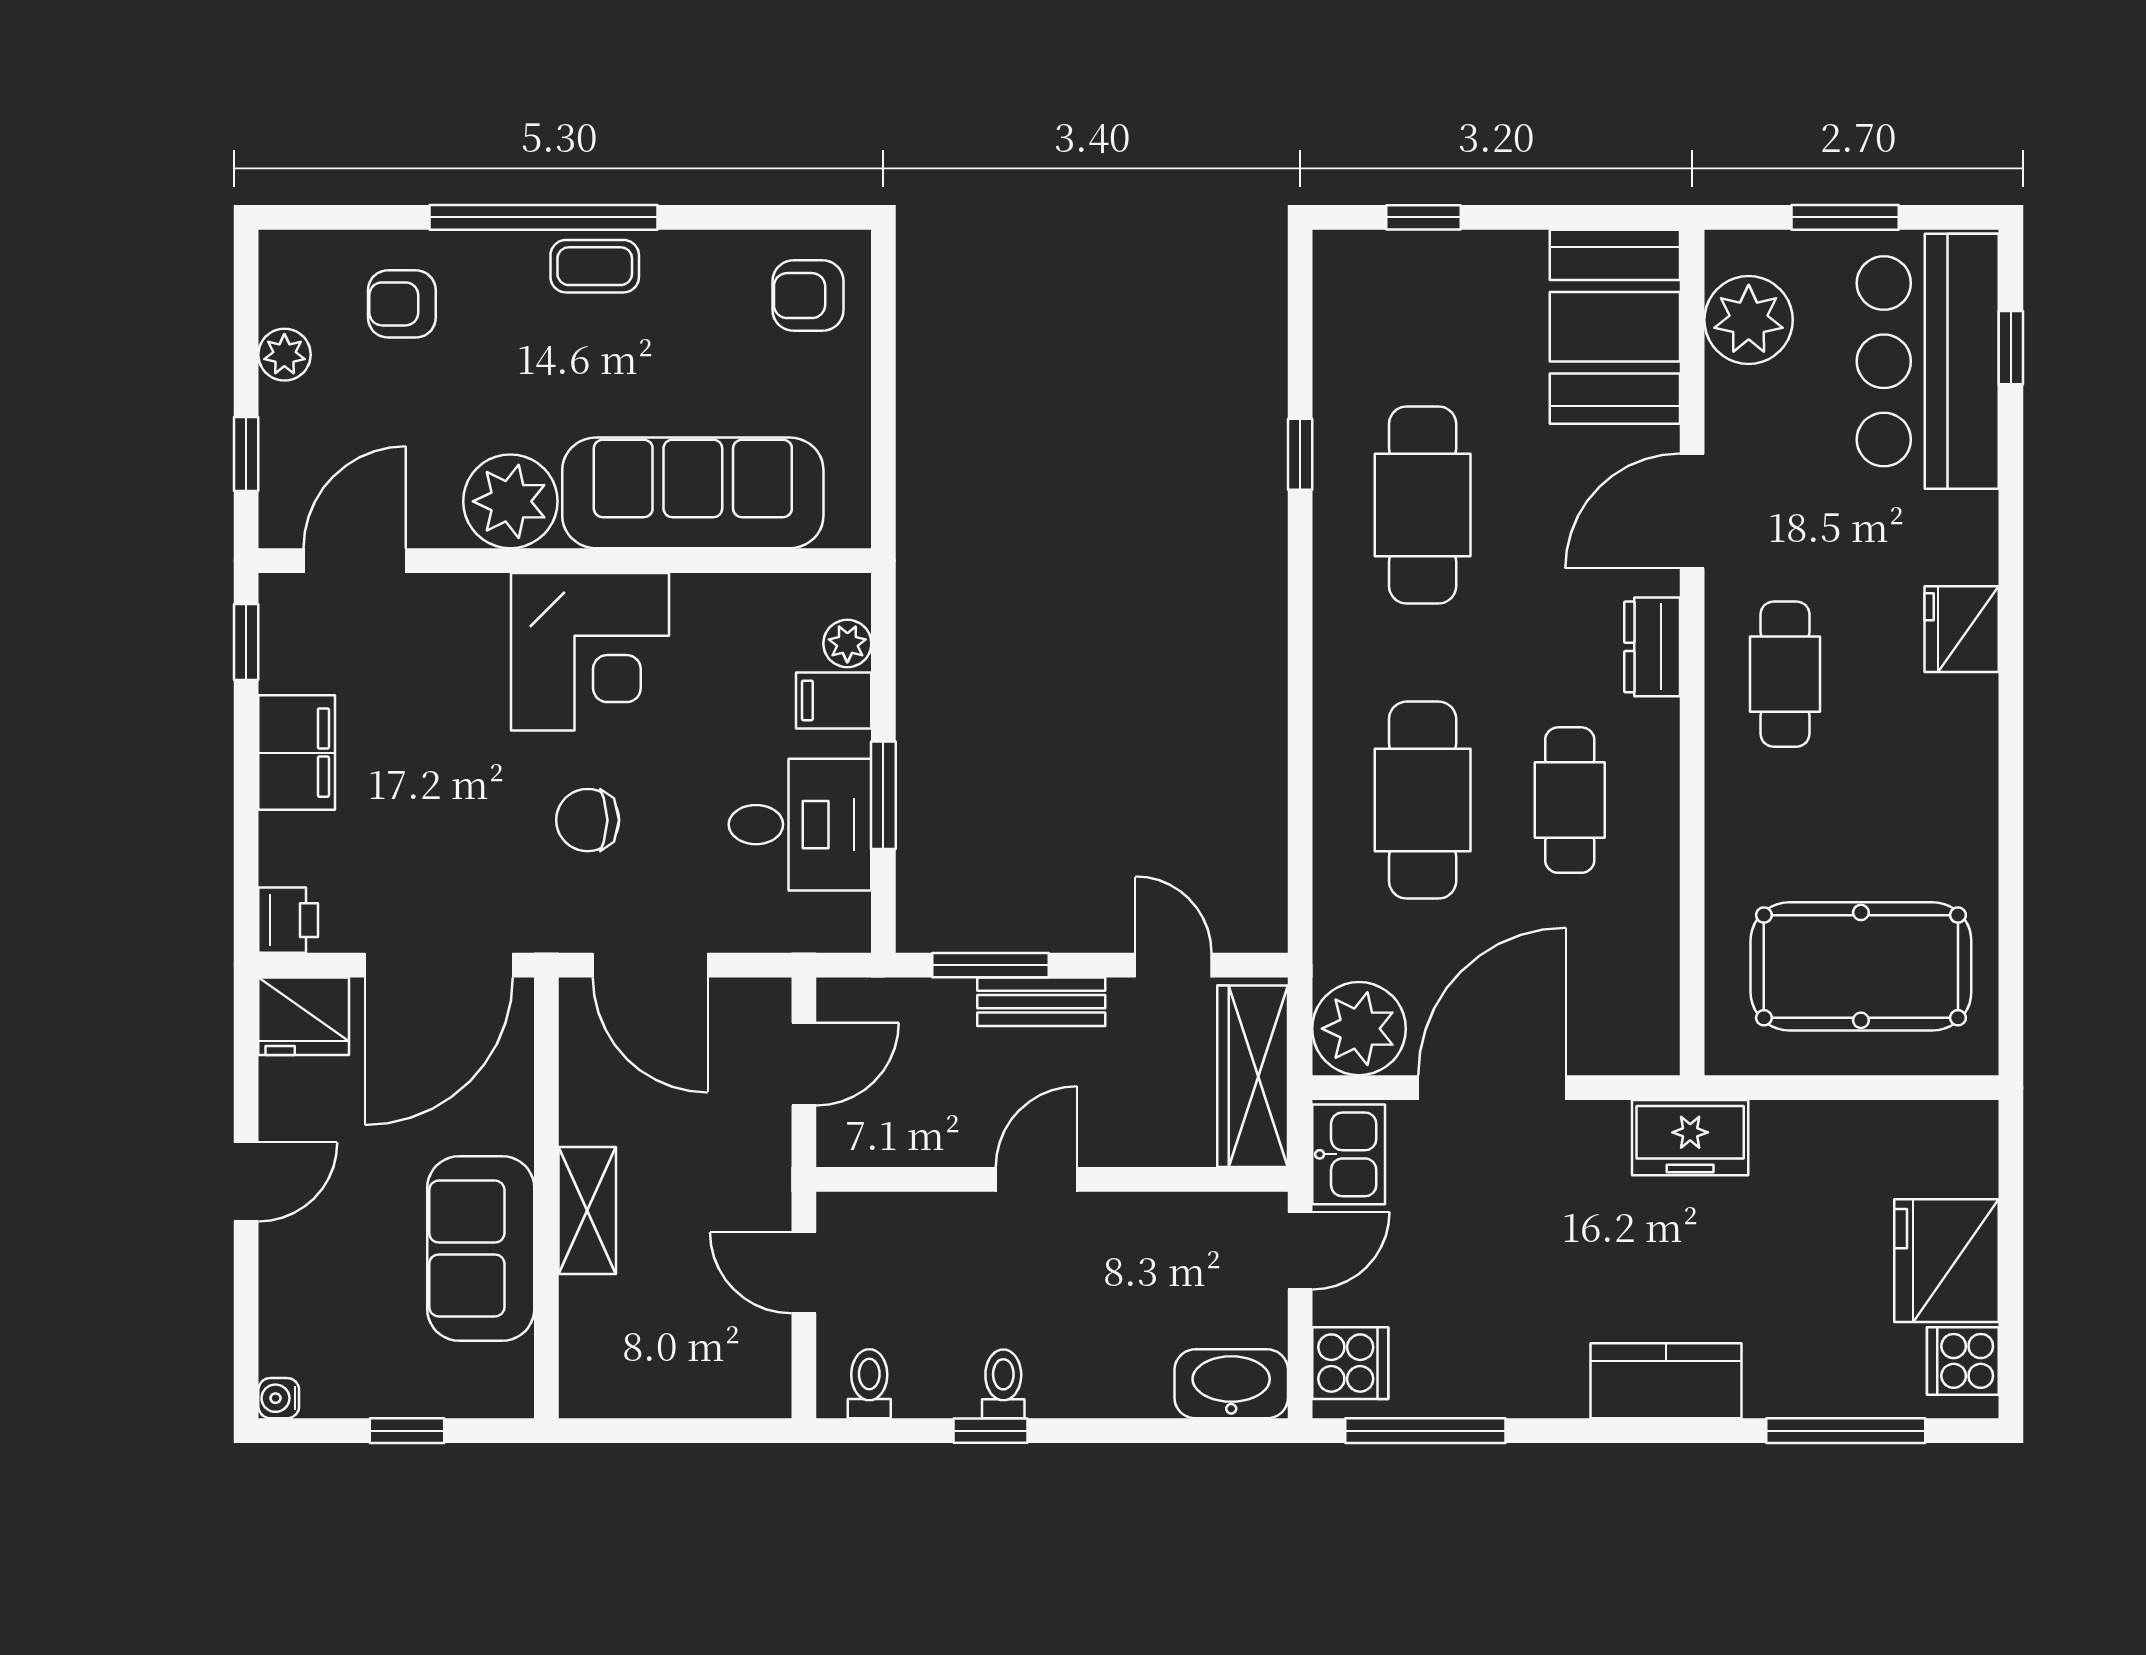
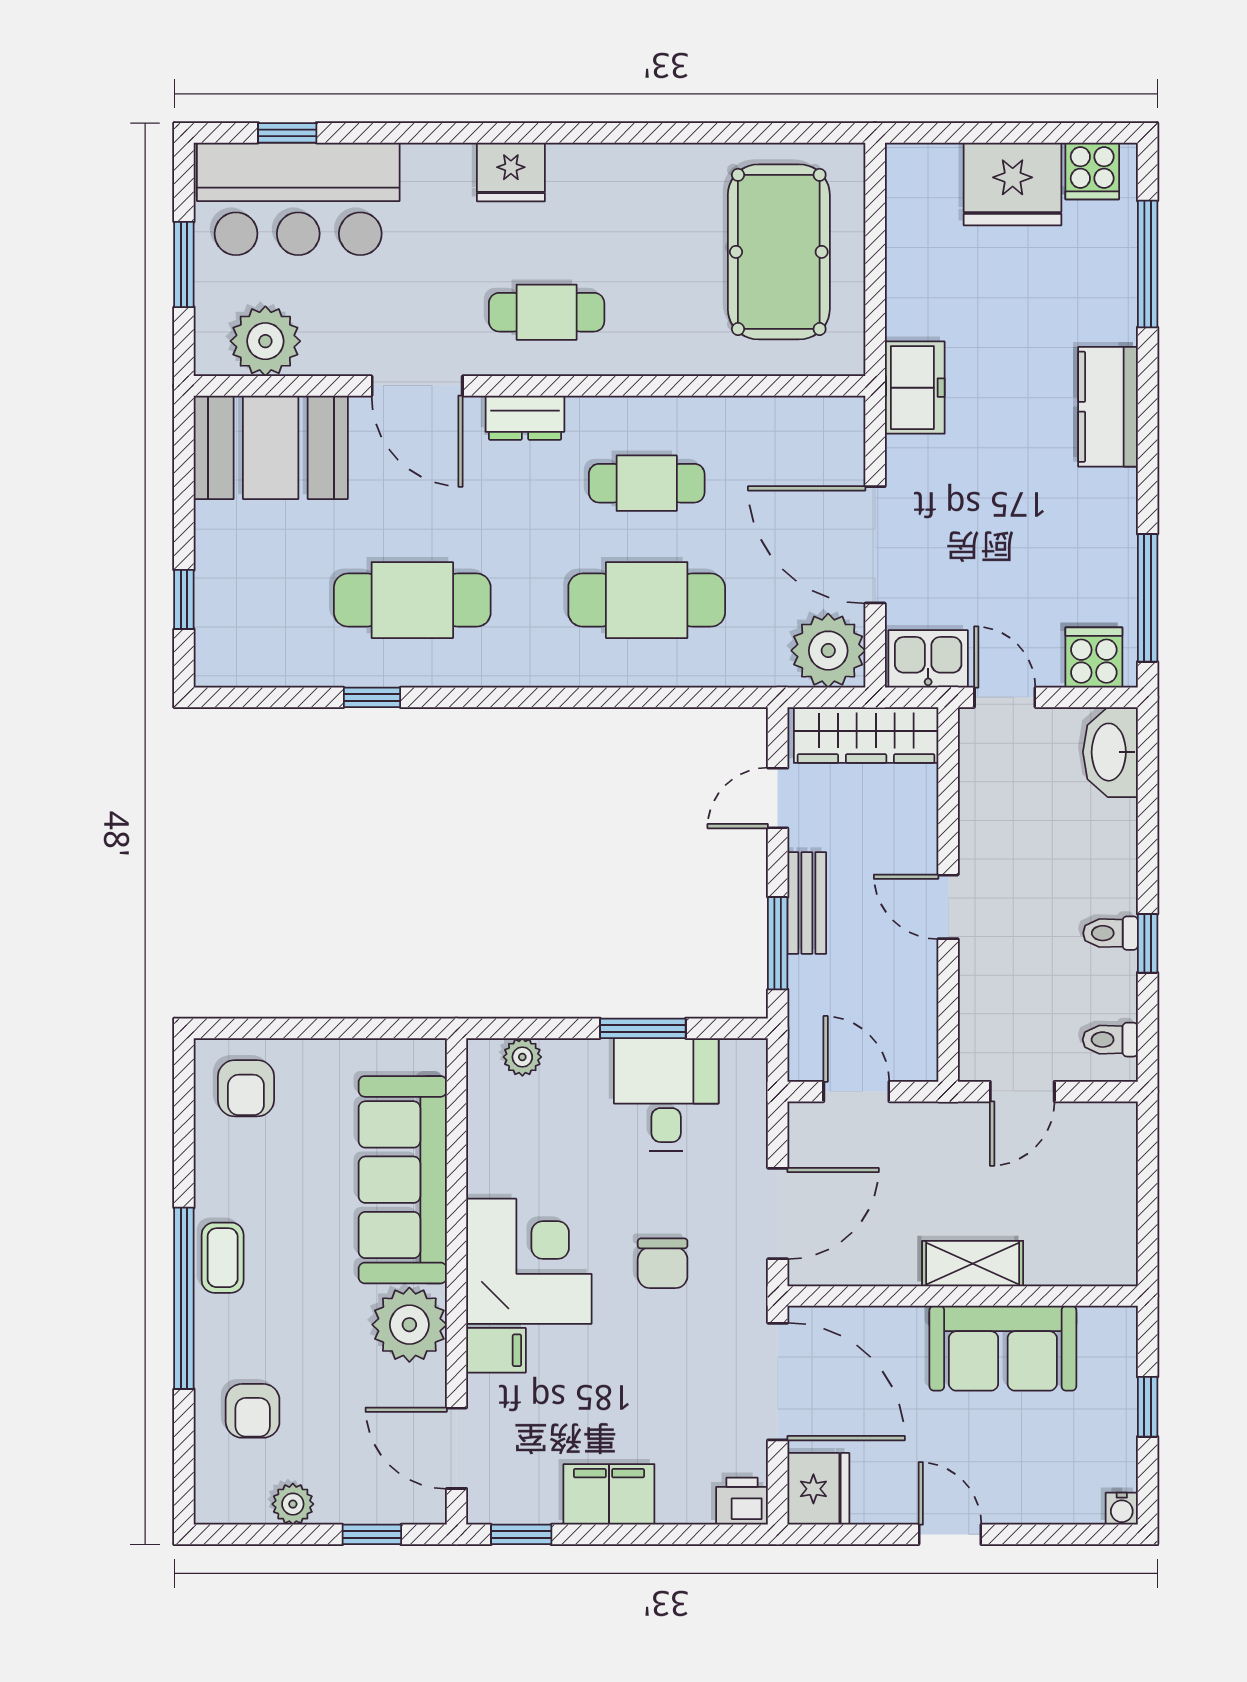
filing cabinet: (834, 700) -> (496, 1350), moved, turned -90

